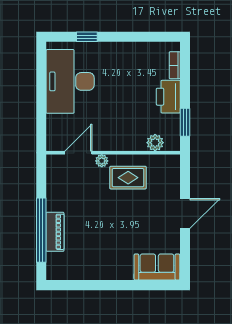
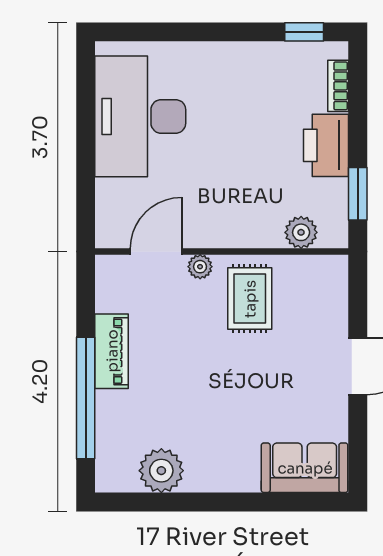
window: (87, 37) -> (304, 32), moved
rug: (128, 178) -> (250, 299), turned 90
piano: (55, 232) -> (112, 351), moved
plant: (81, 269) -> (161, 471), added

